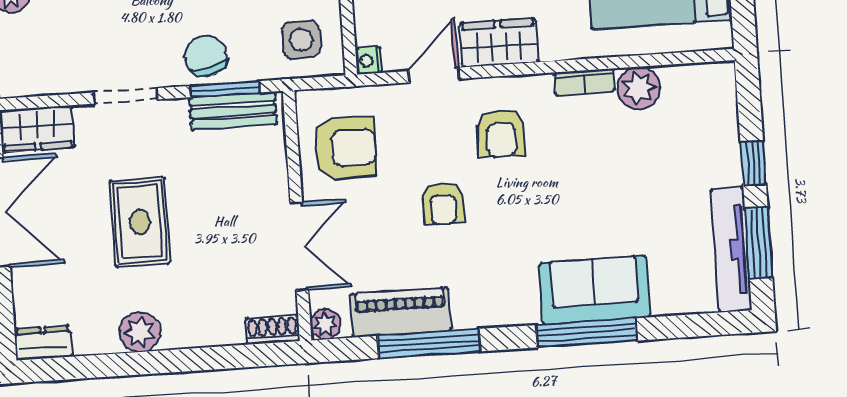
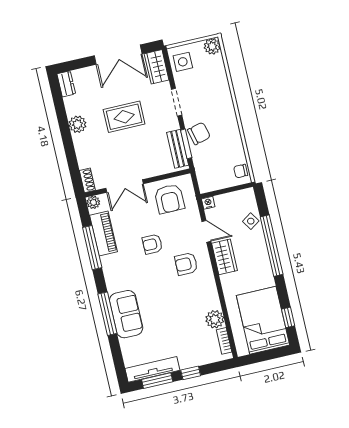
side table: (301, 40) -> (183, 62), moved
bookcase: (584, 82) -> (224, 341), moved

